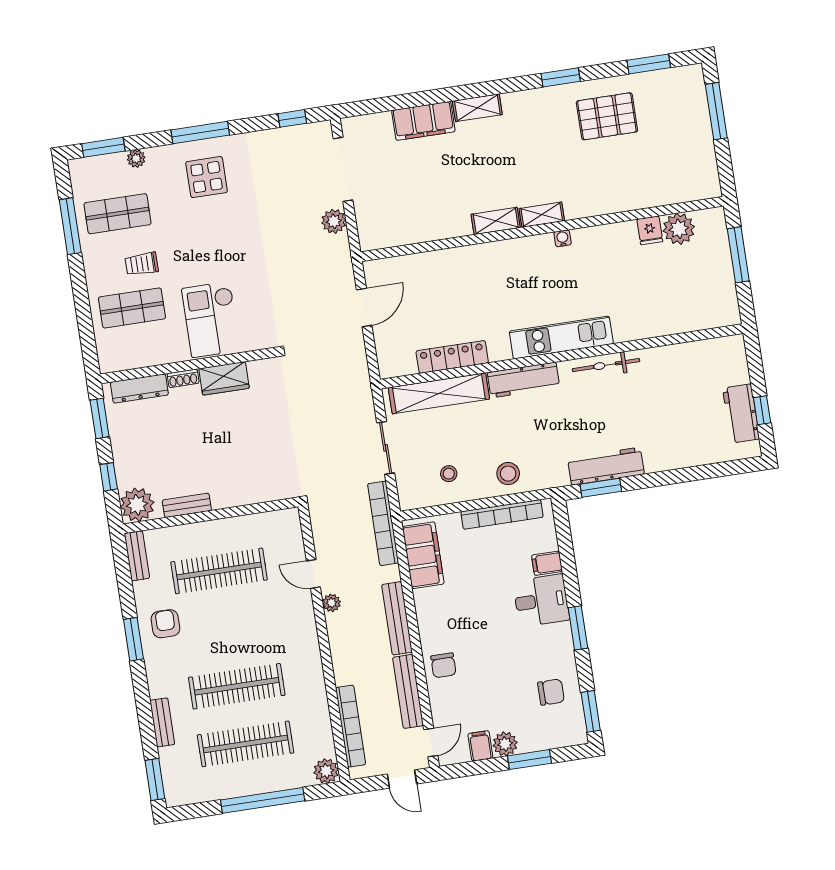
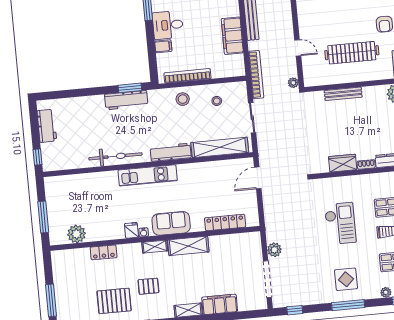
pallet: (549, 145) -> (148, 286), added
locker: (630, 199) -> (104, 252), added
shelving: (496, 221) -> (188, 246), width x1.50, depth x1.33
fridge: (650, 230) -> (131, 230), moved
sofa: (516, 257) -> (171, 223), added
door: (364, 307) -> (258, 178), moved
checkout: (211, 320) -> (340, 224), moved
locker: (452, 357) -> (225, 222), moved, turned 180
bicycle: (606, 365) -> (115, 156), width x1.37, depth x1.40
window: (762, 410) -> (38, 157), moved
bench: (187, 505) -> (343, 94), moved, width x1.36
filing cabinet: (423, 555) -> (232, 36), moved
plant: (332, 603) -> (293, 83), moved

